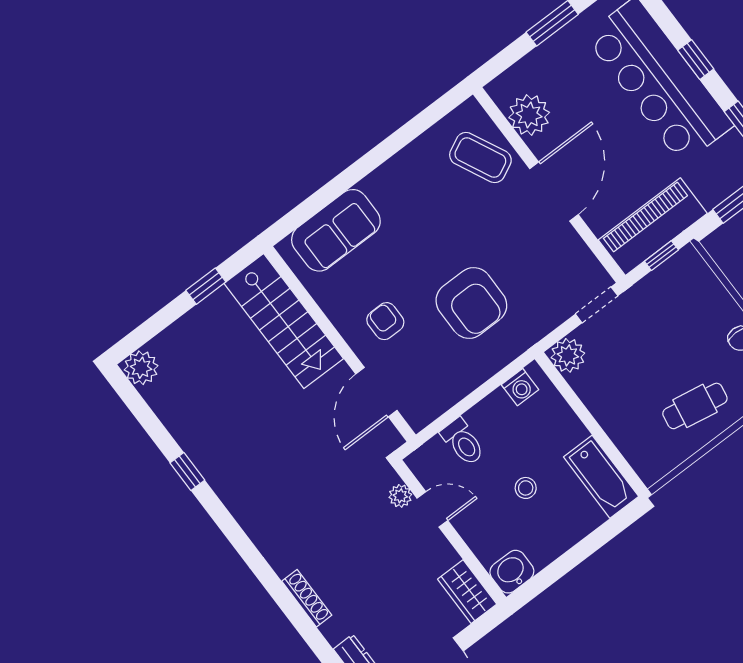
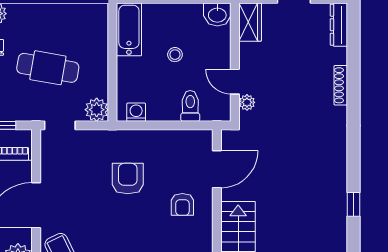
armchair: (471, 303) -> (128, 179), width x0.73, depth x0.73
cafe table: (695, 406) -> (48, 68), moved, width x1.37, depth x1.35

